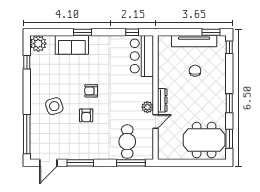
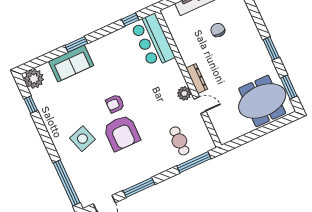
armchair: (86, 115) -> (122, 133), width x1.88, depth x1.88
door: (155, 122) -> (200, 105), hinge flipped
cafe table: (127, 142) -> (179, 141), width x0.73, depth x0.74

